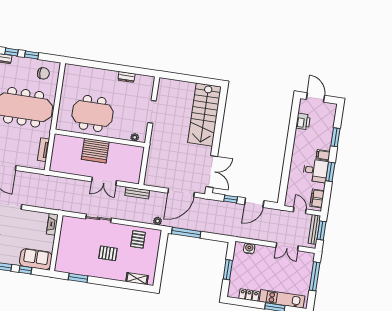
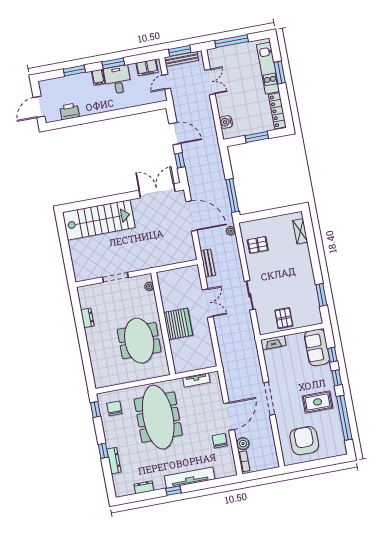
window: (32, 55) -> (96, 409), moved
pallet: (108, 253) -> (284, 318), moved
locker: (249, 295) -> (277, 111), width x1.53

